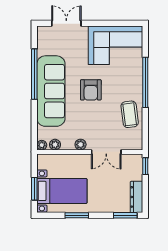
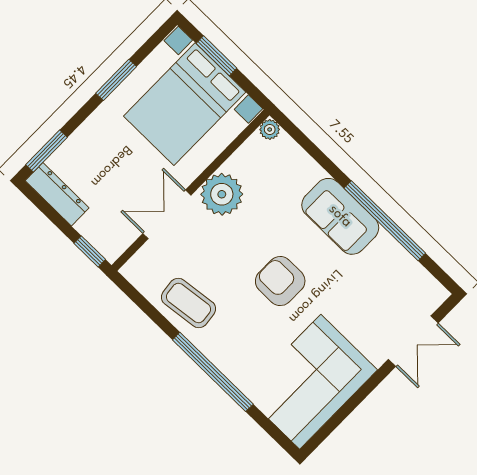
sofa: (51, 91) -> (340, 216), width x0.54, depth x0.79
plant: (55, 145) -> (251, 150), removed
plant: (81, 145) -> (222, 194), width x1.88, depth x1.88
bed with nightstands: (62, 191) -> (185, 104), width x1.36

